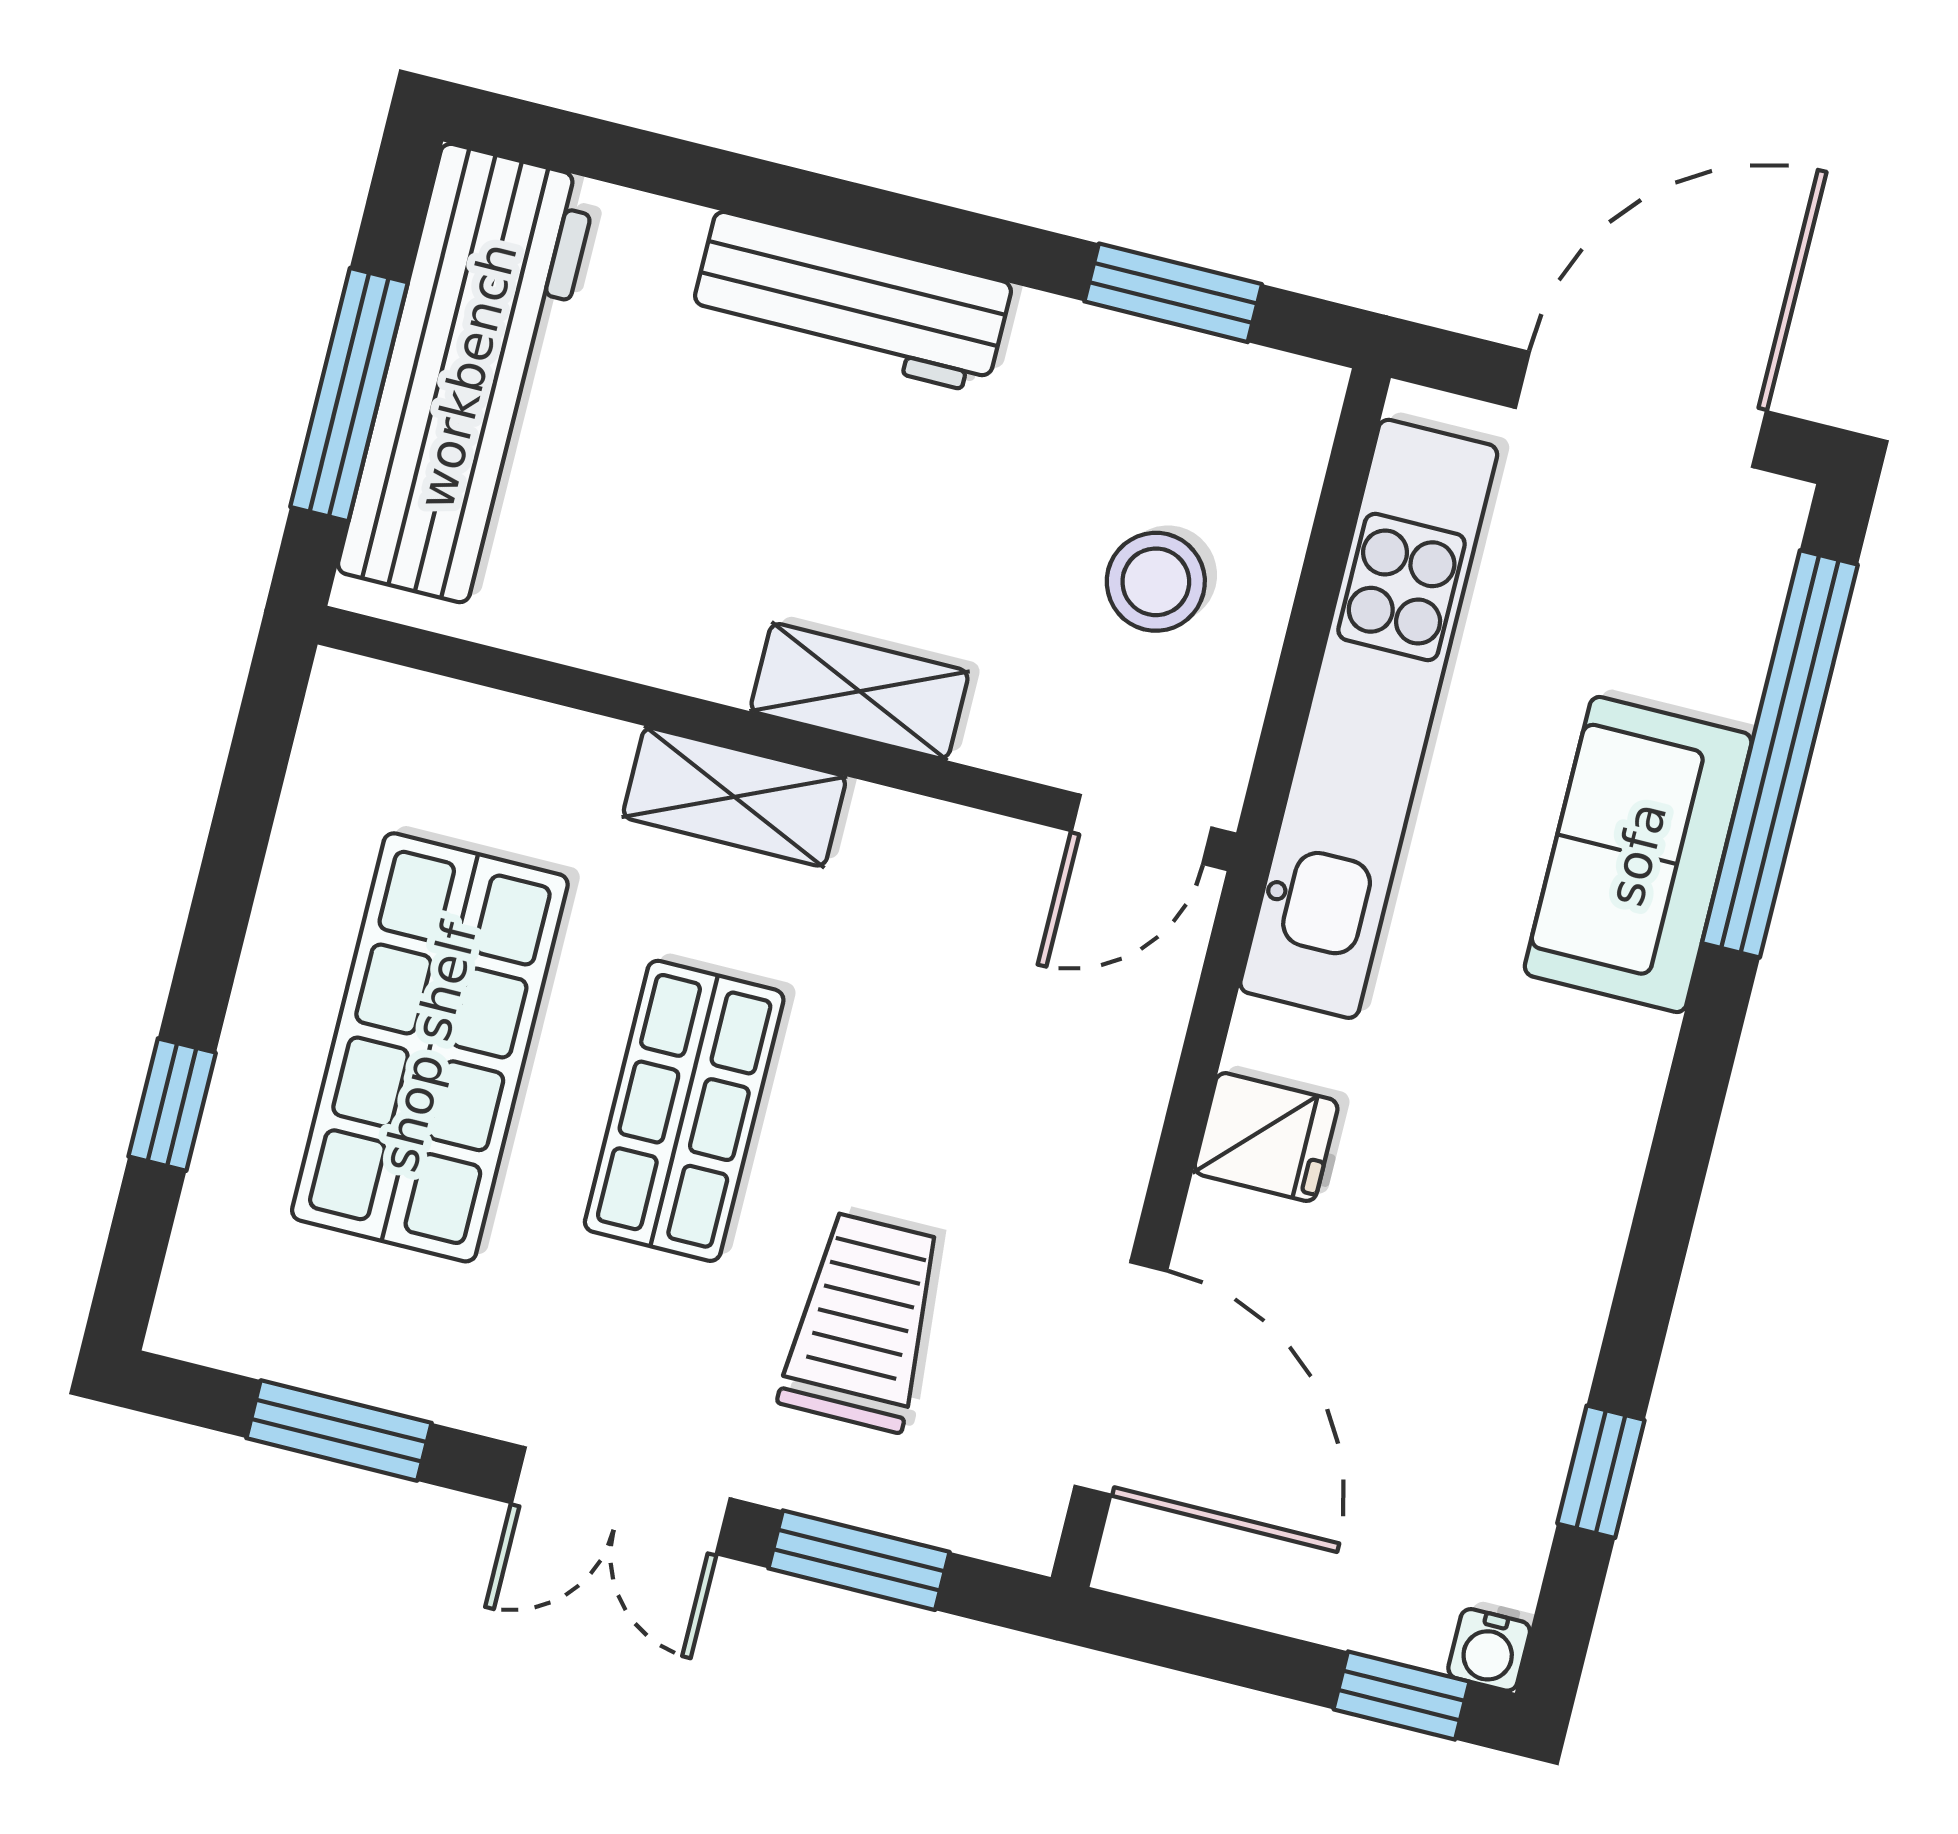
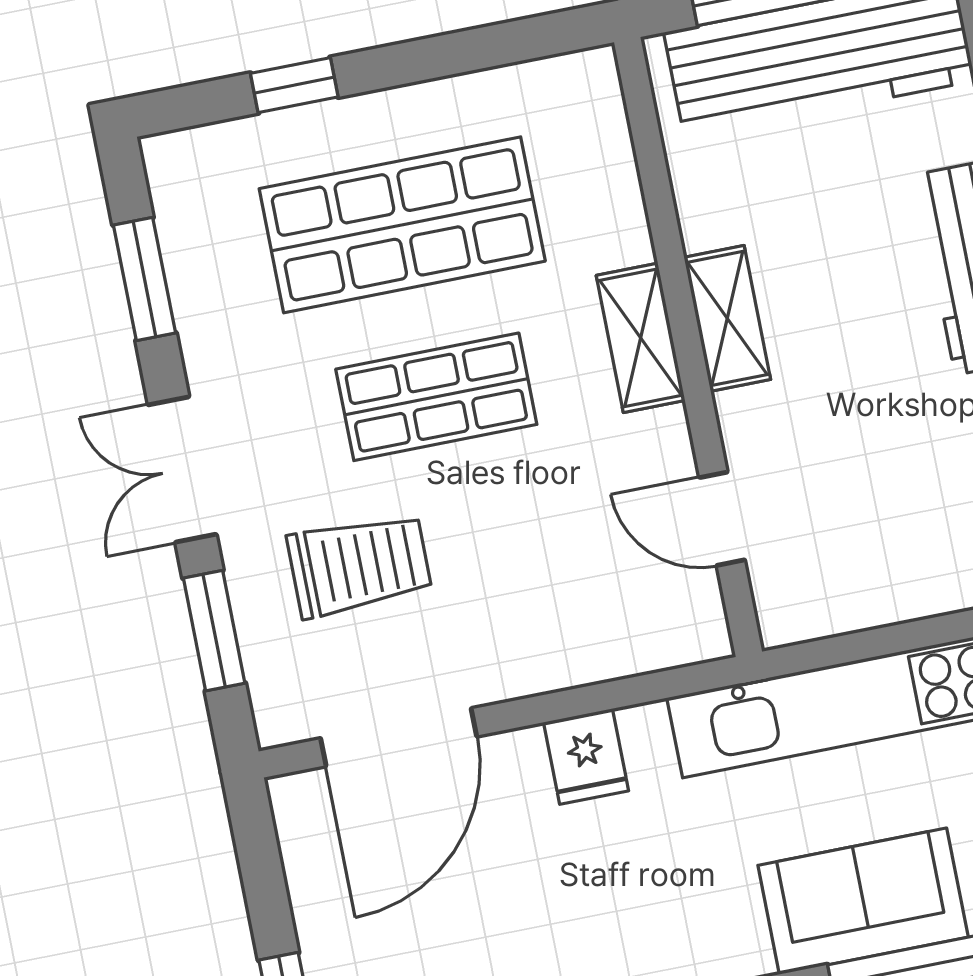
stool: (1156, 582) -> (891, 532), removed
shelving: (860, 691) -> (727, 318), moved
door: (1142, 829) -> (722, 519), moved

